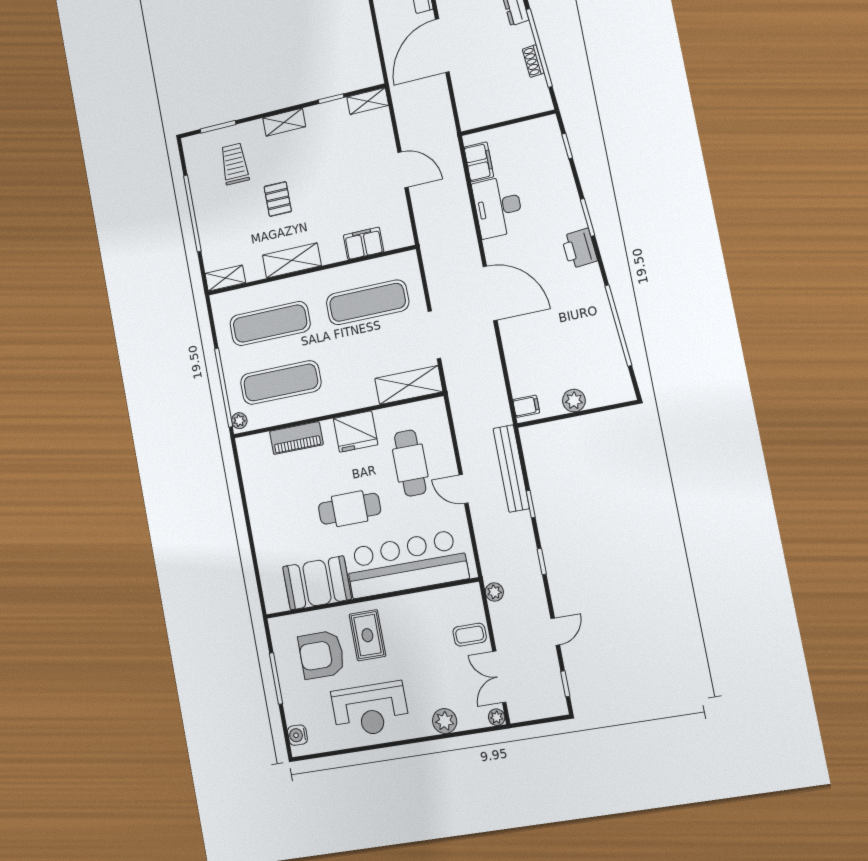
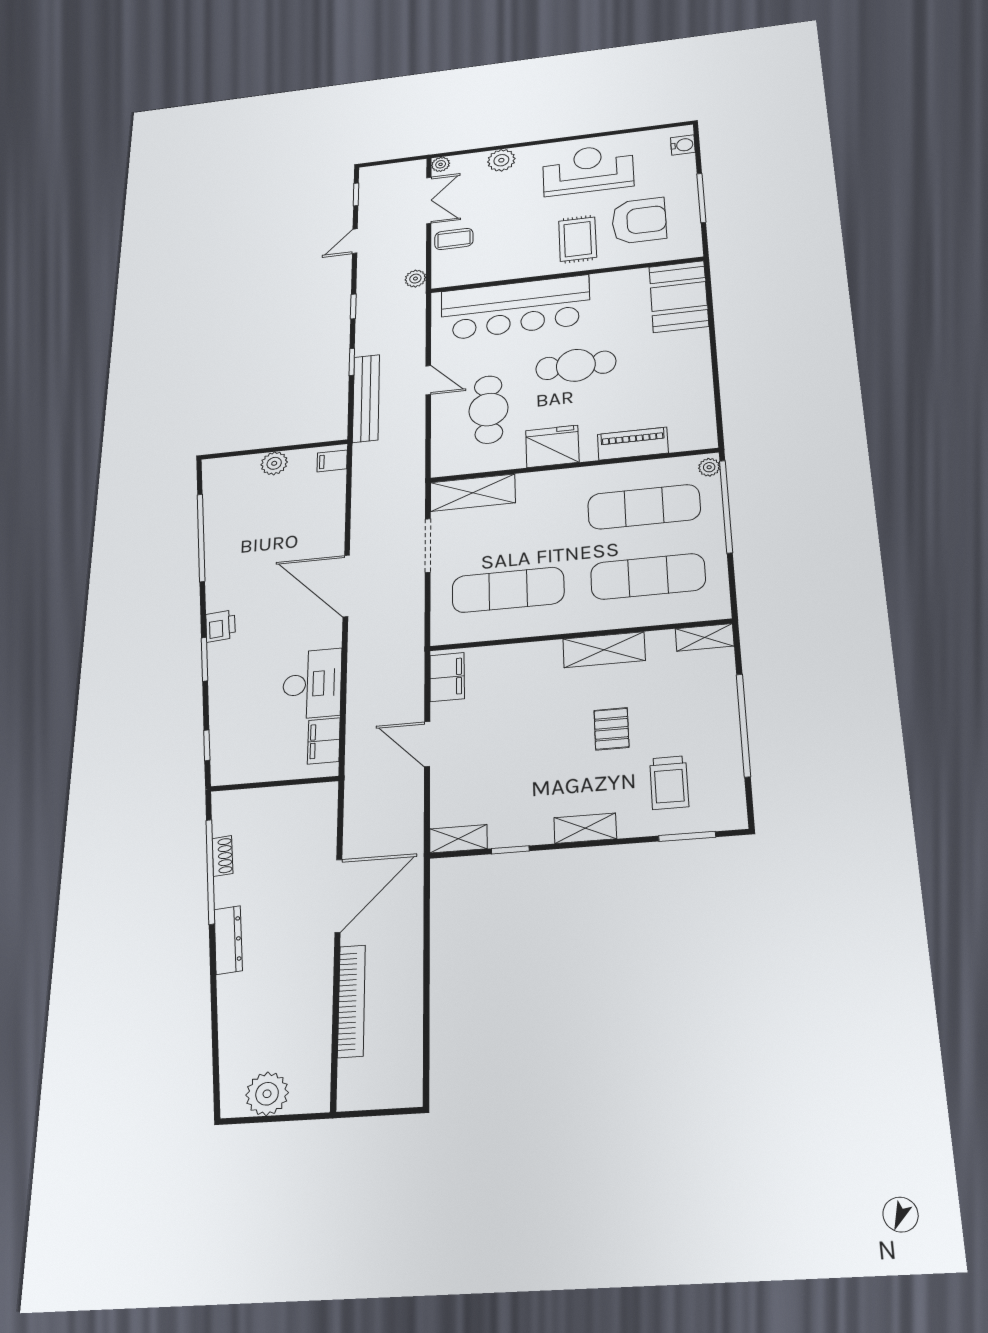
filing cabinet: (364, 243) -> (447, 677), moved, turned -90
printer: (579, 248) -> (220, 626), width x0.73, depth x0.81
booth: (317, 583) -> (679, 297), moved, turned 90

